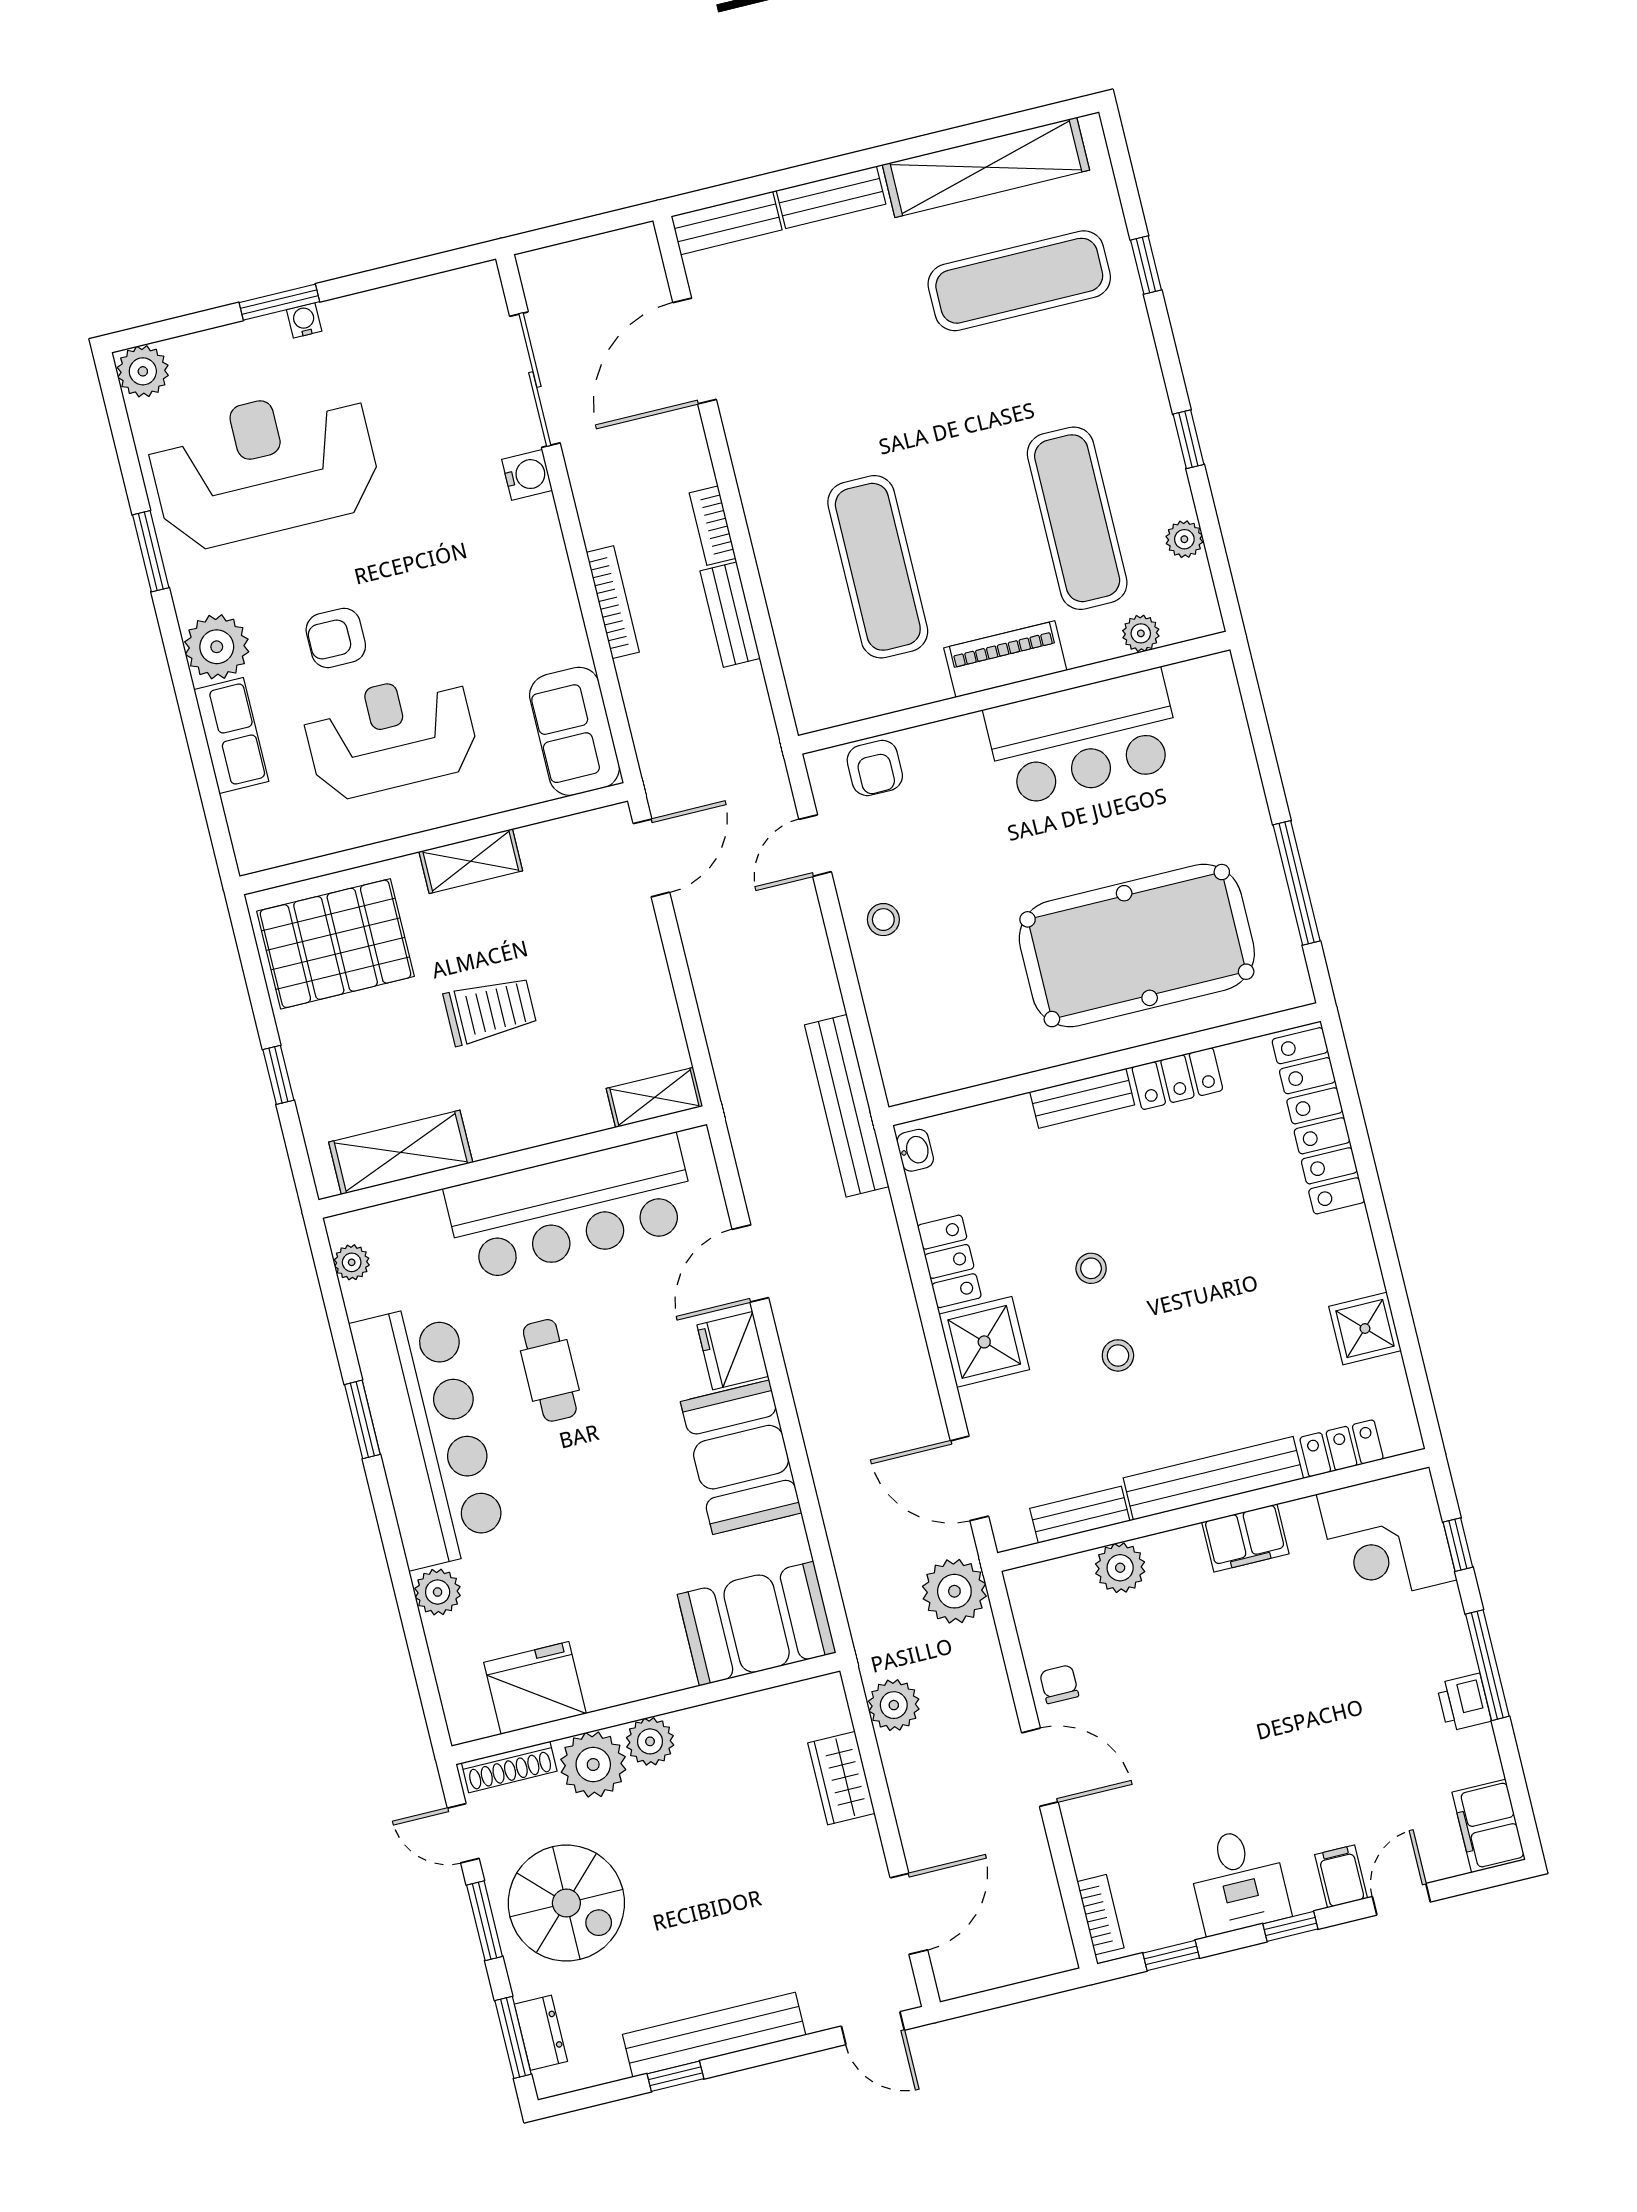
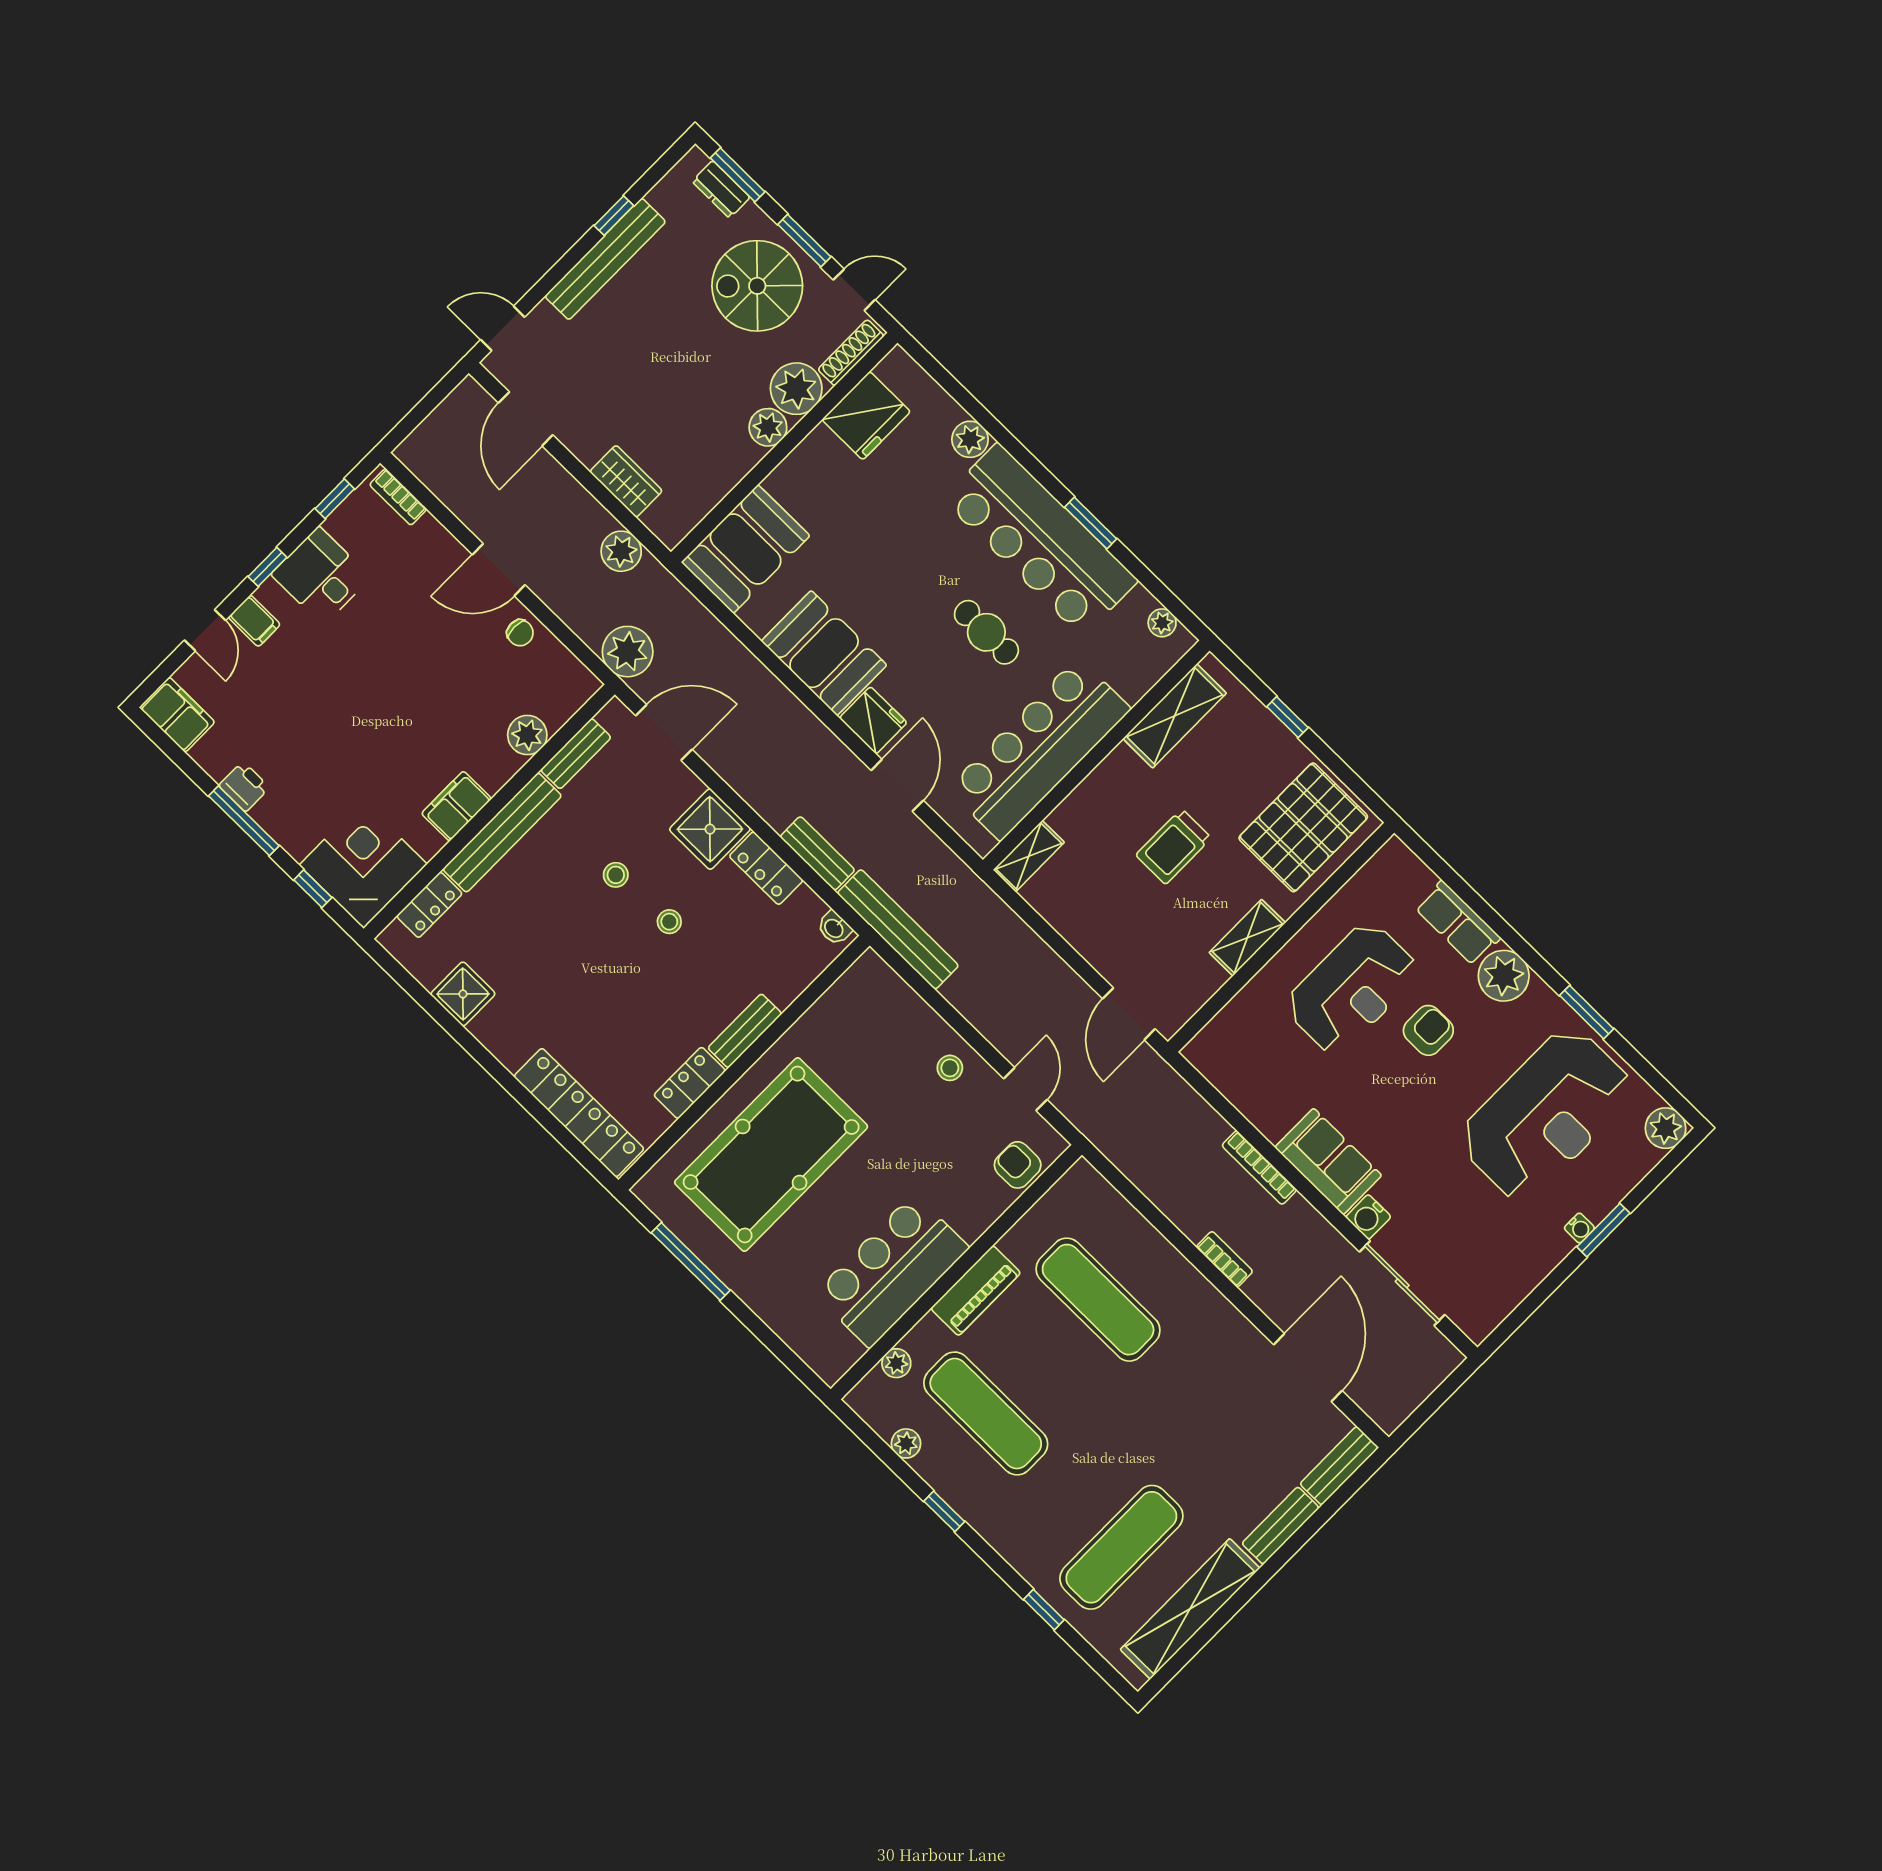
bench: (730, 615) -> (817, 853), moved
sofa: (575, 731) -> (1328, 1161), moved

